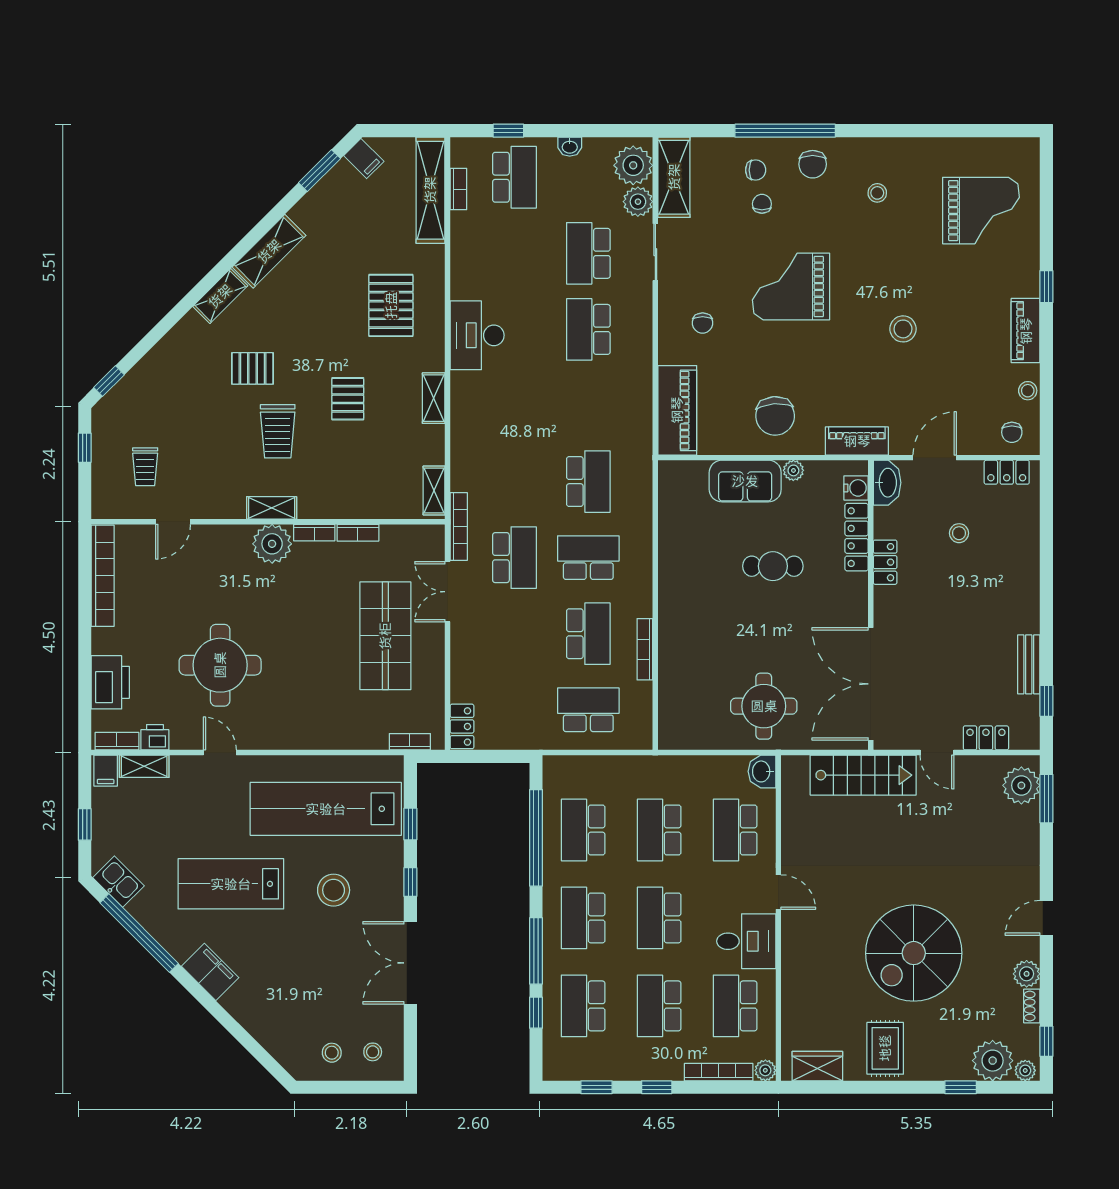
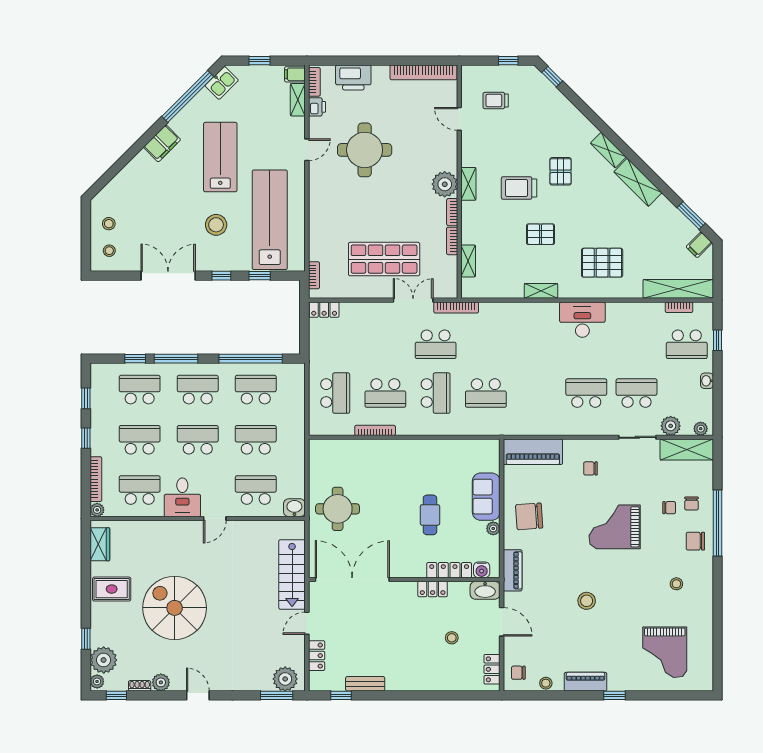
plant: (633, 165) -> (701, 429), width x0.53, depth x0.53
grand piano: (791, 287) -> (615, 527), turned -90
shelving: (434, 490) -> (468, 261), moved, turned 90

